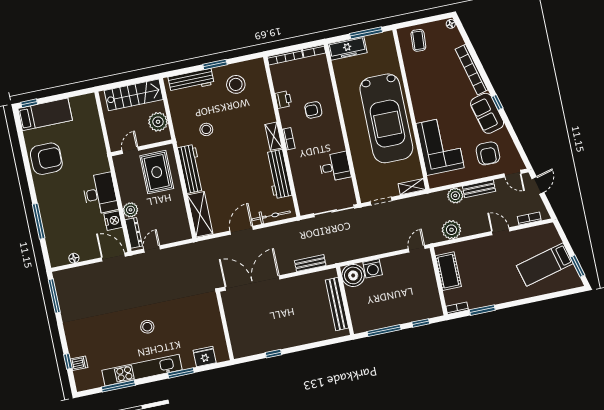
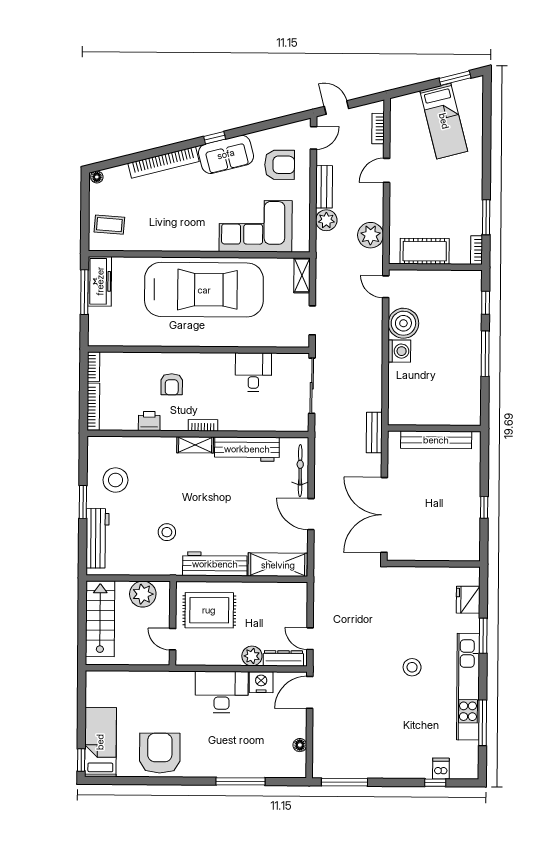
freezer: (347, 48) -> (100, 281), moved
boiler: (353, 275) -> (403, 323), moved
wall: (345, 301) -> (434, 428), moved
bench: (337, 304) -> (436, 440), moved

